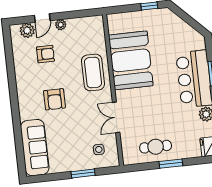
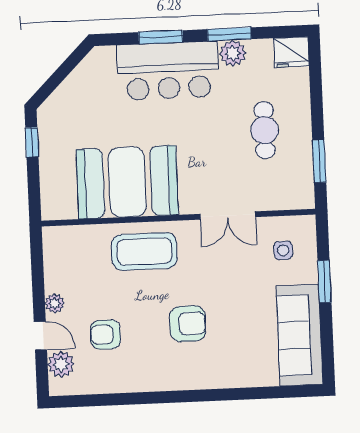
armchair: (45, 54) -> (105, 334), turned -90
cafe table: (156, 147) -> (265, 130), moved
sofa: (35, 148) -> (299, 335), moved, turned -90
window: (171, 164) -> (319, 161), moved

